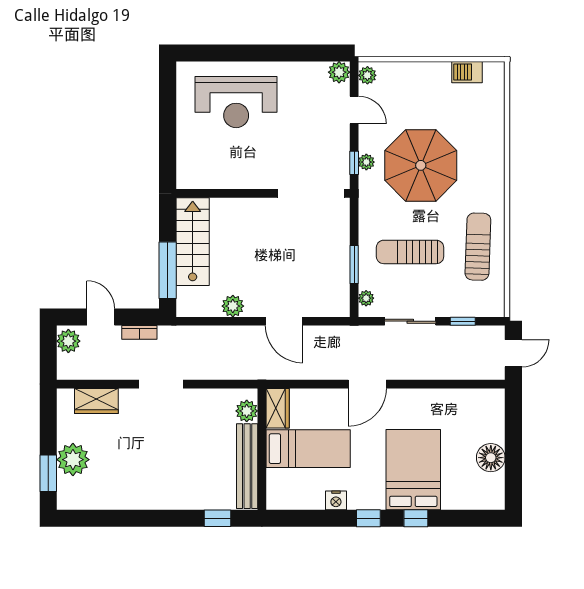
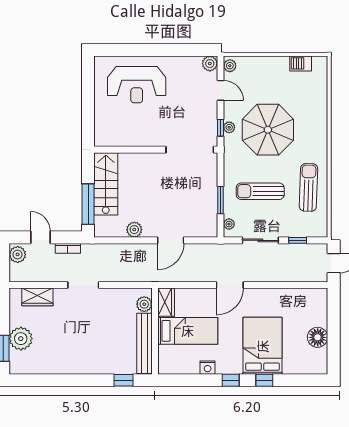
door: (284, 321) -> (171, 240), hinge flipped

